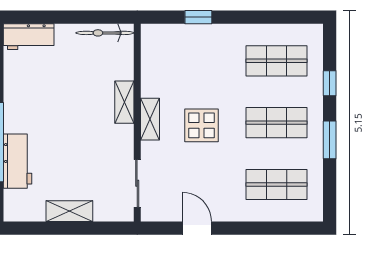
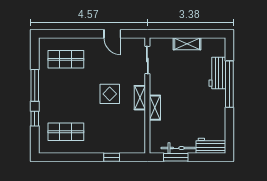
window: (89, 17) -> (176, 157), added
bicycle: (105, 33) -> (178, 148), moved
shop shelf: (277, 123) -> (66, 96), removed
window: (330, 140) -> (35, 85), width x1.44

